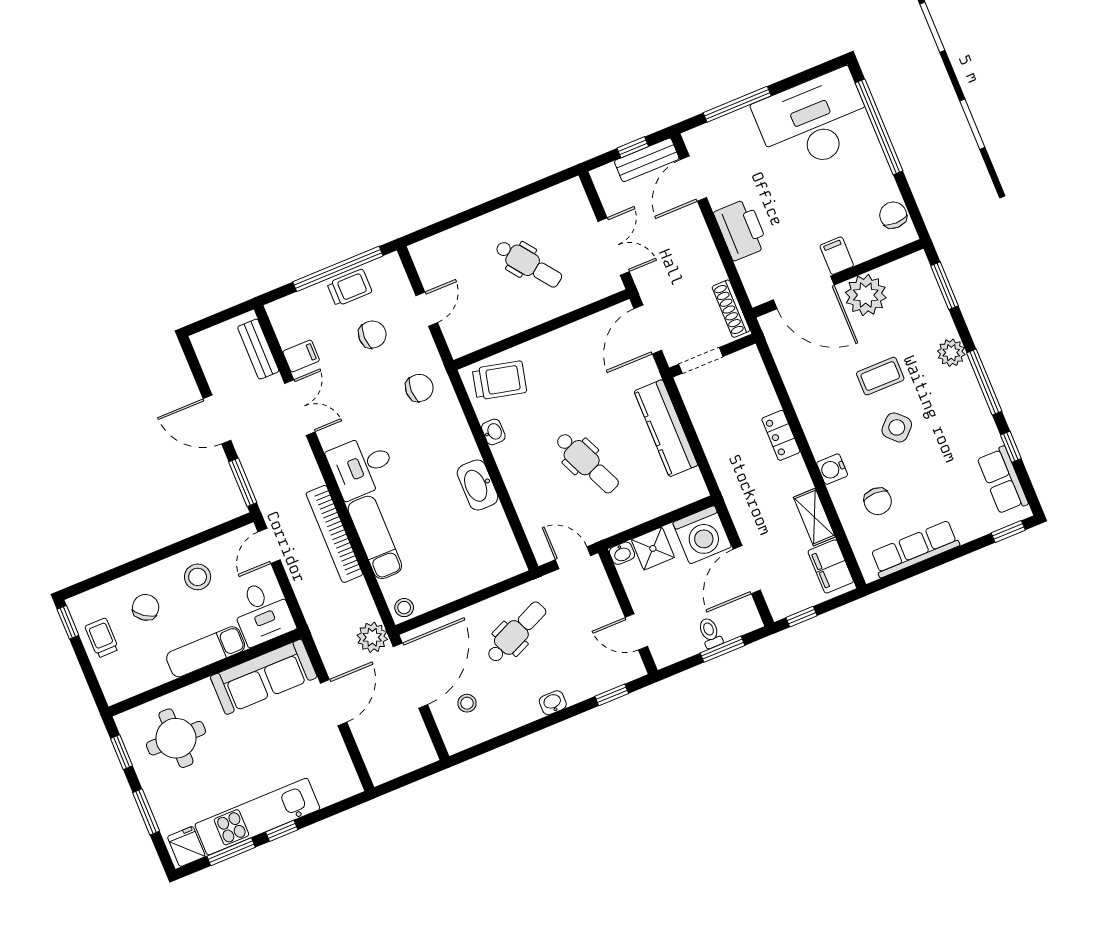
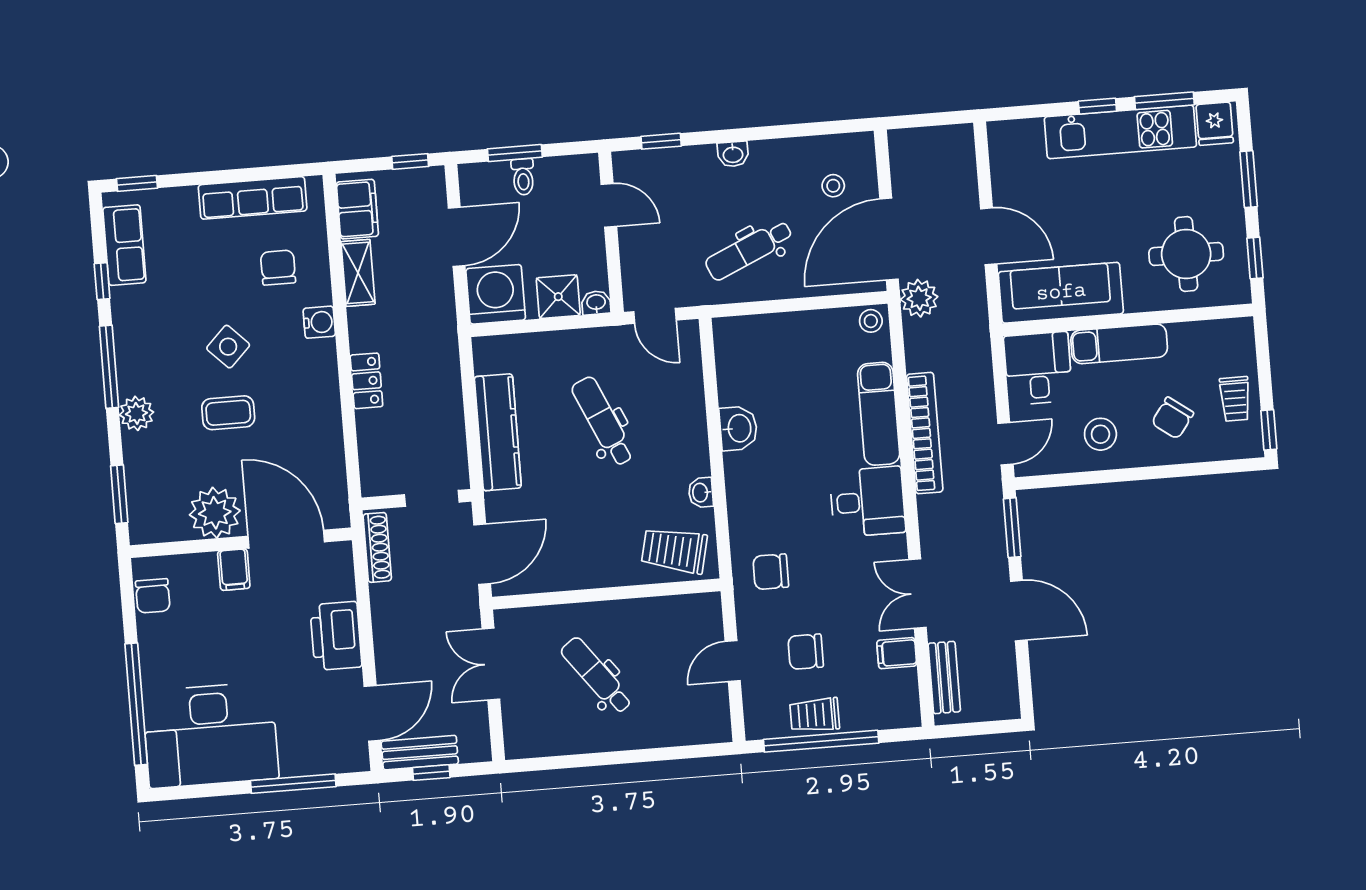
washbasin: (478, 485) -> (738, 428), width x0.72
door: (334, 703) -> (989, 236), swing flipped

